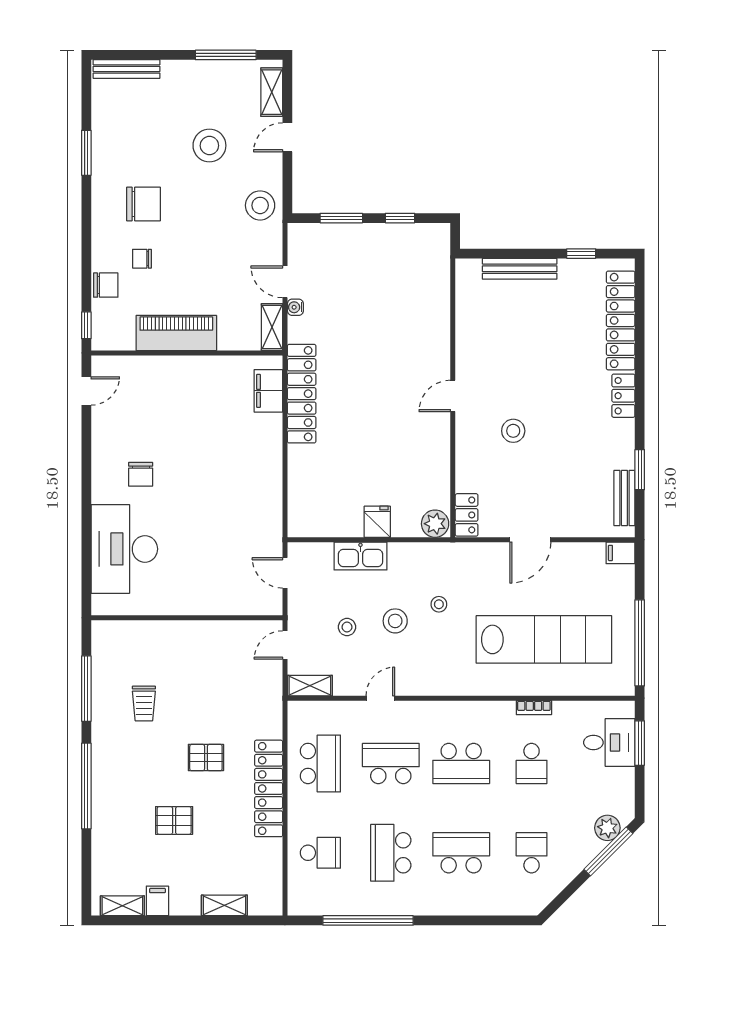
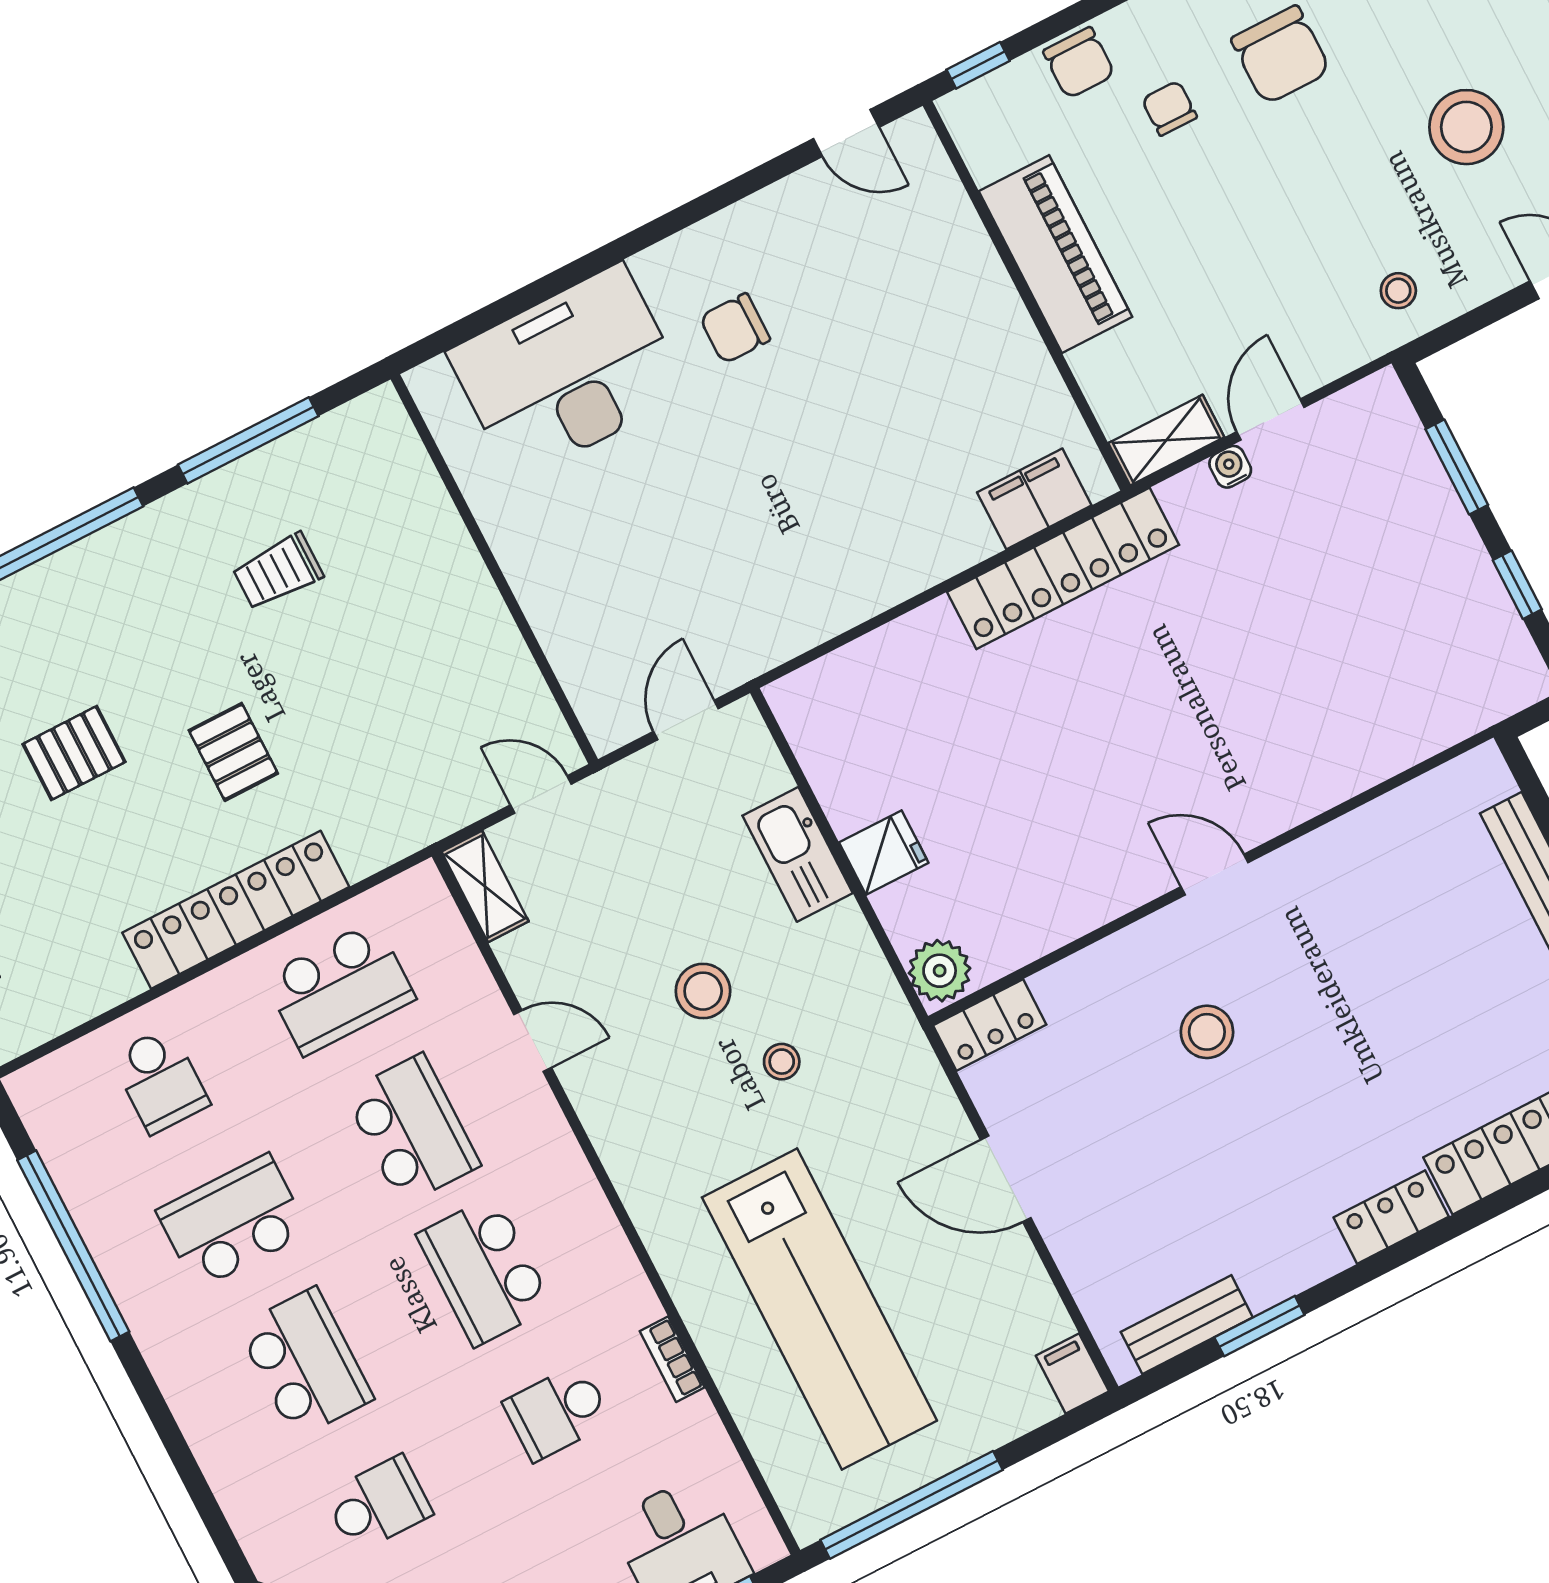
stool: (260, 205) -> (1398, 291), width x0.53, depth x0.53
stool: (347, 627) -> (641, 901), removed
pallet: (174, 820) -> (74, 753), turned 90

